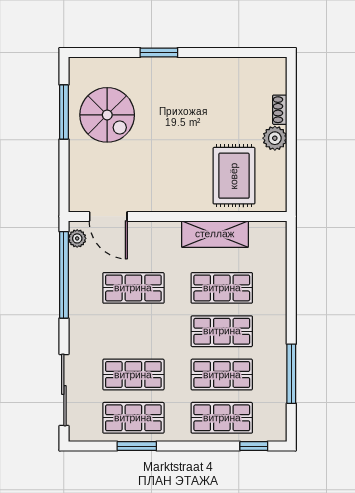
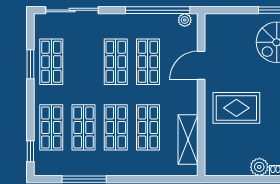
rug: (234, 176) -> (236, 108), moved
door: (108, 216) -> (201, 65), moved
shelving: (215, 234) -> (188, 140), moved
shop shelf: (133, 375) -> (116, 62), moved

